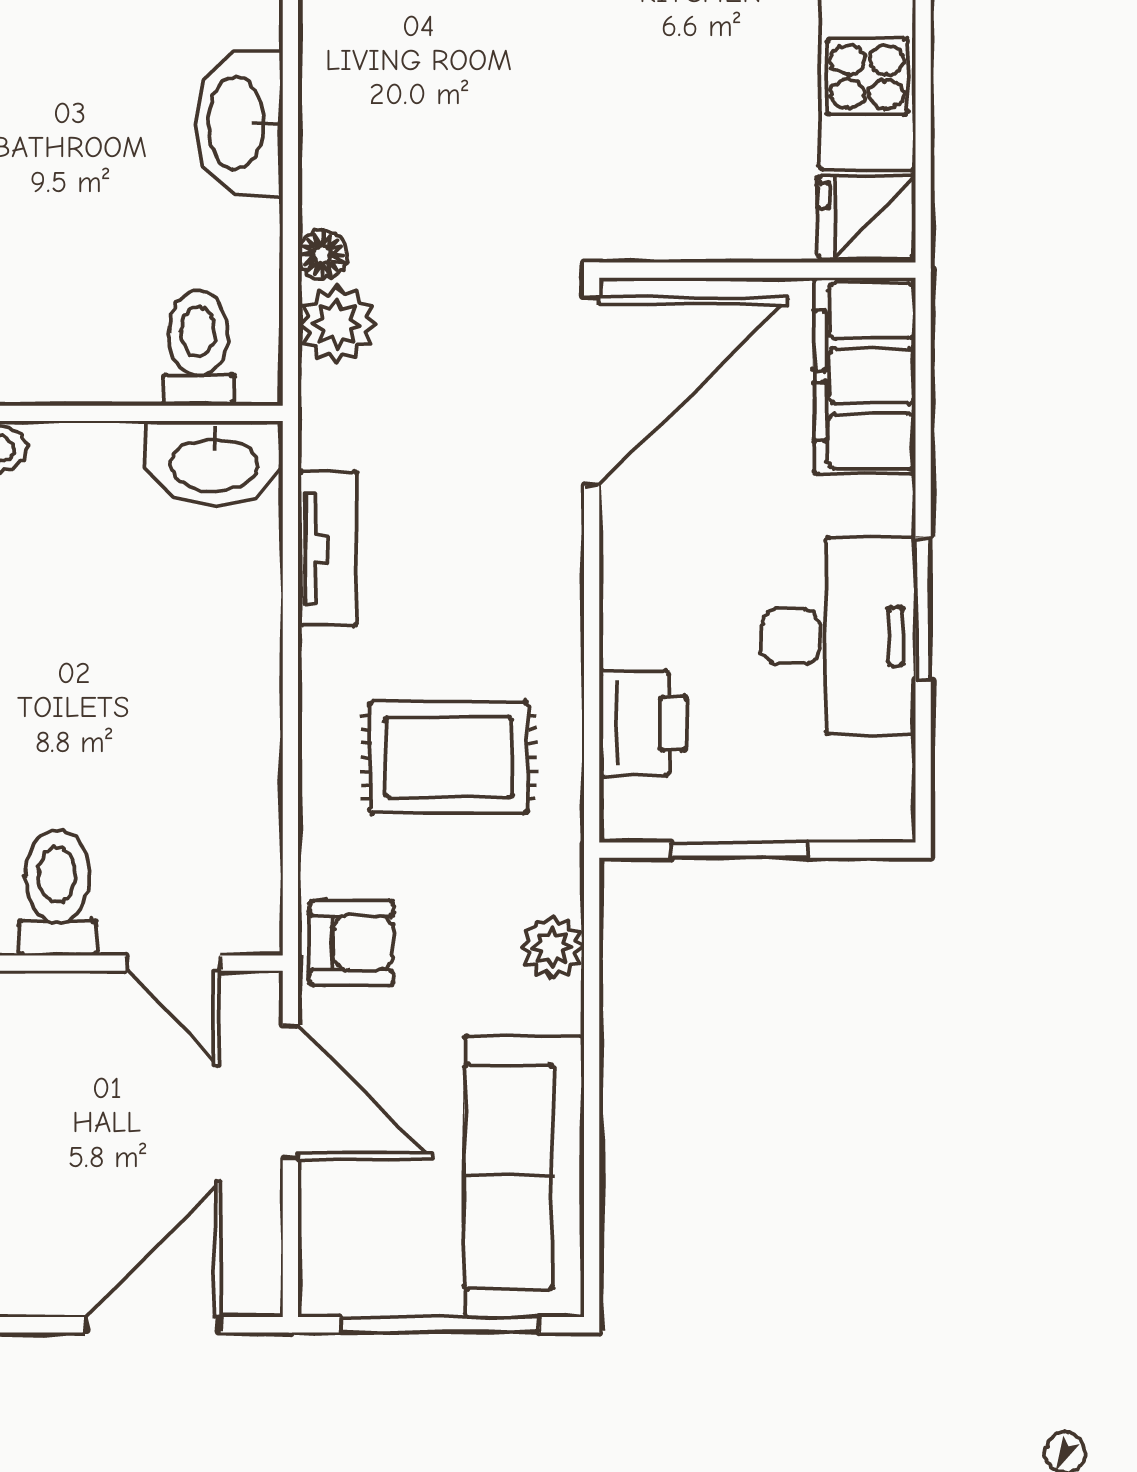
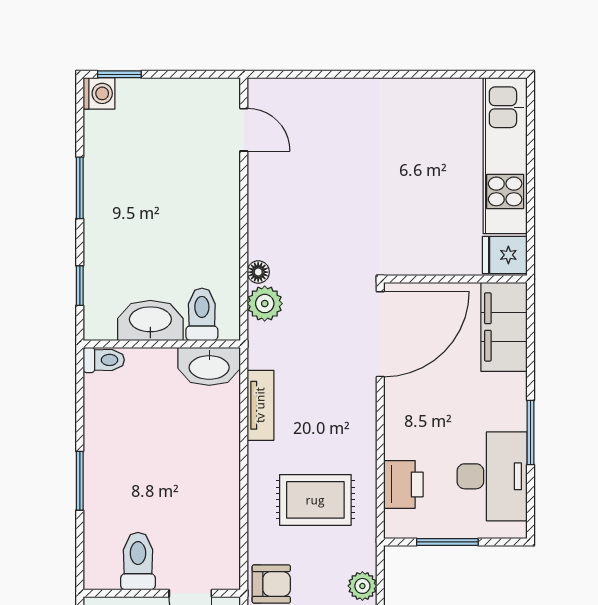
washbasin: (239, 123) -> (150, 320), moved, turned 90
desk: (838, 636) -> (492, 476), moved

